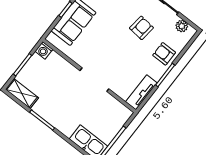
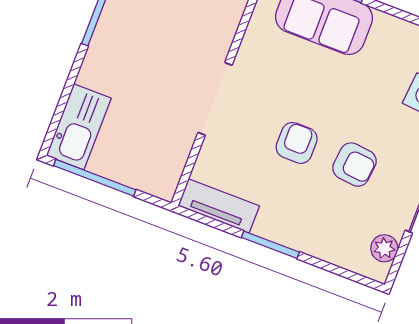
armchair: (164, 54) -> (297, 143), moved

